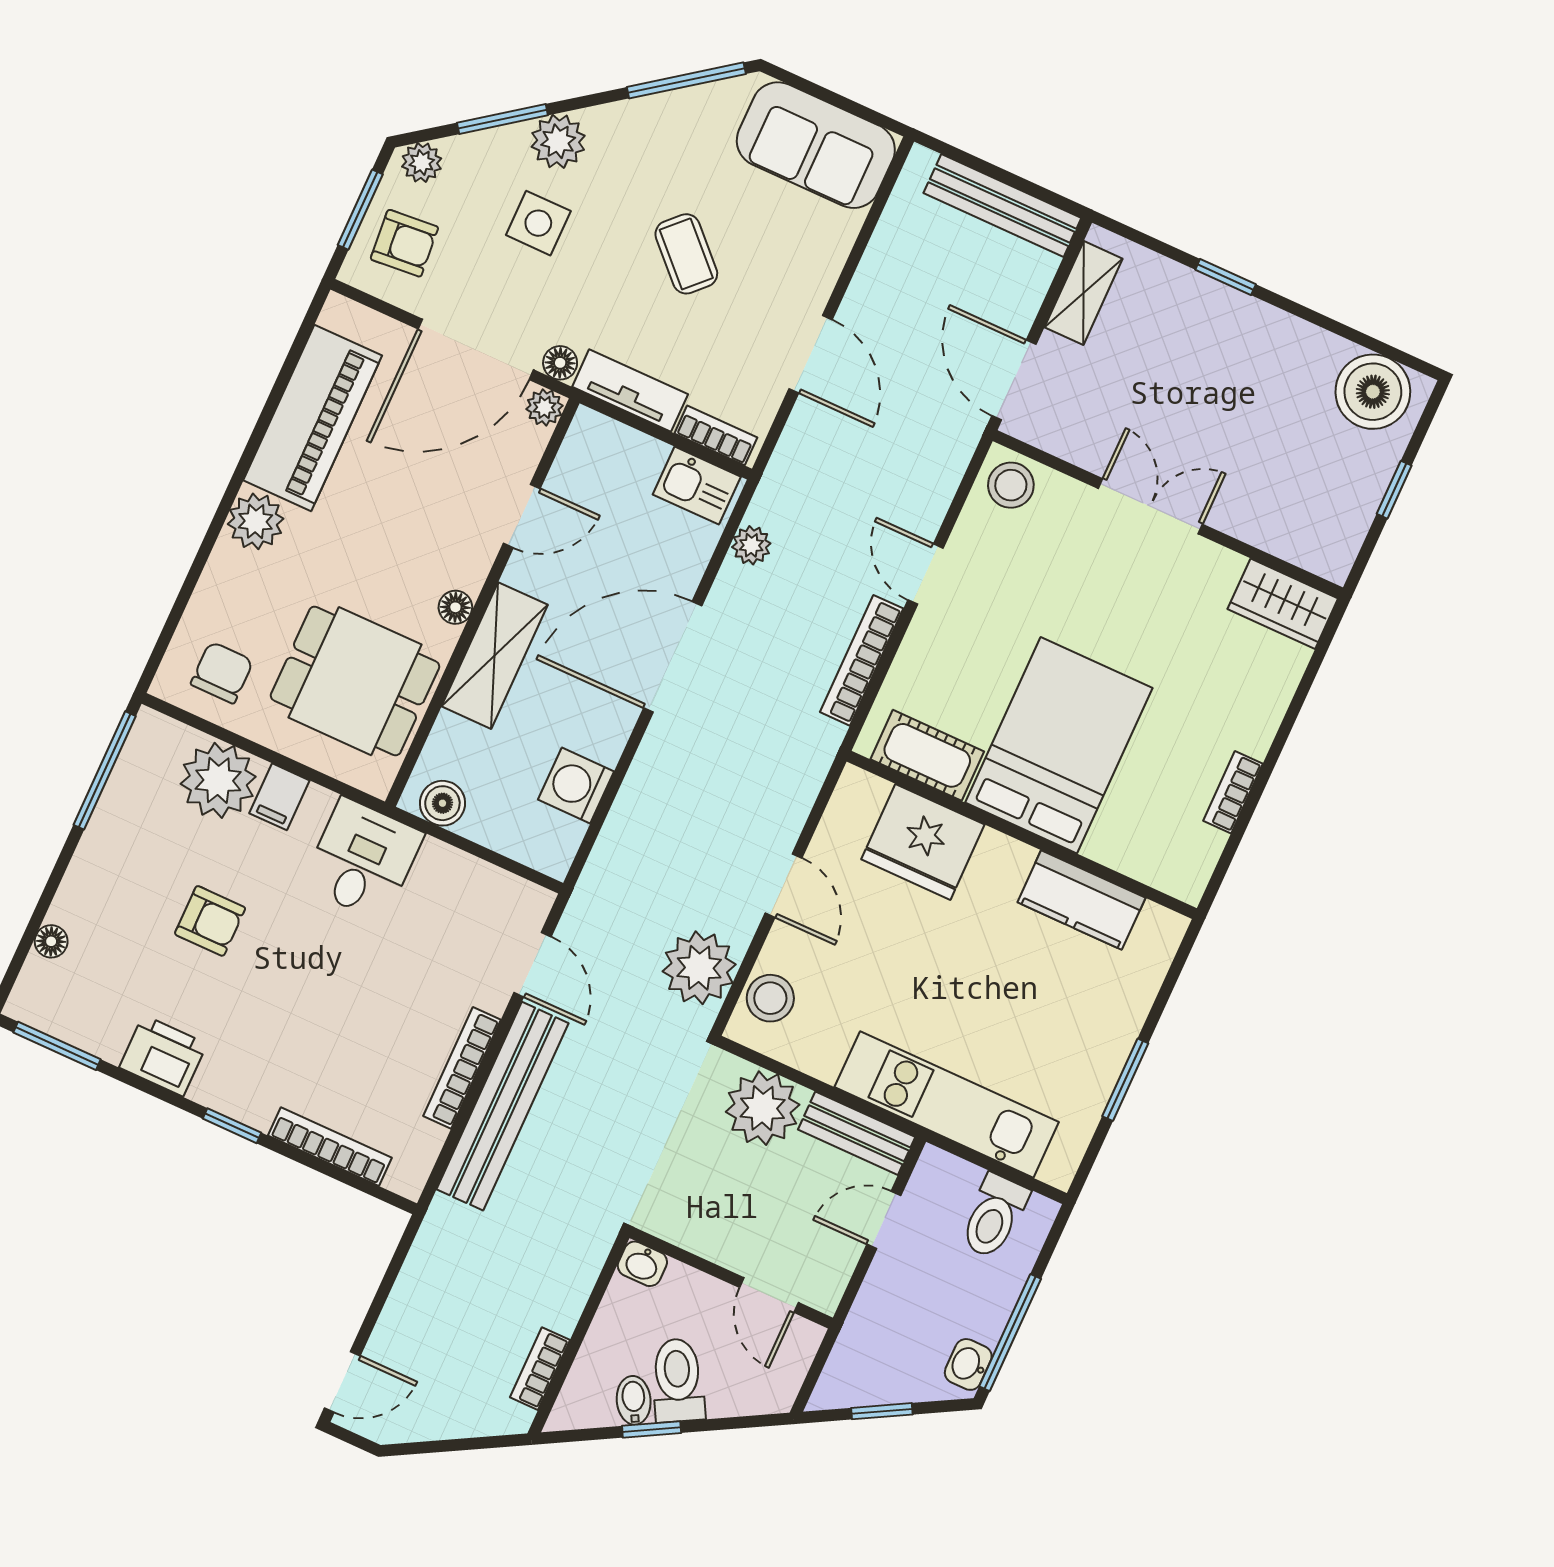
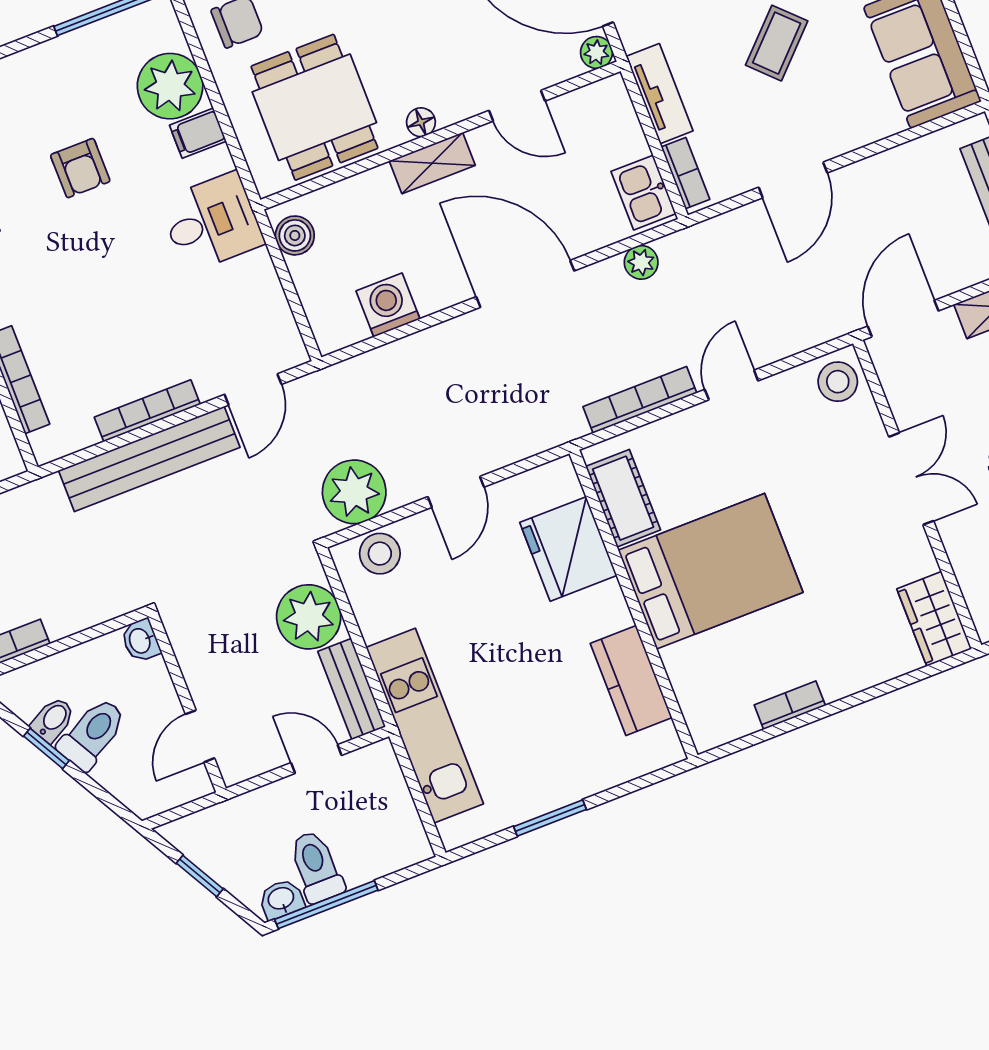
floor lamp: (560, 363) -> (633, 34), removed
shelving: (495, 656) -> (432, 163), width x0.67, depth x0.75
toilet: (994, 1216) -> (316, 867), moved, turned 90

